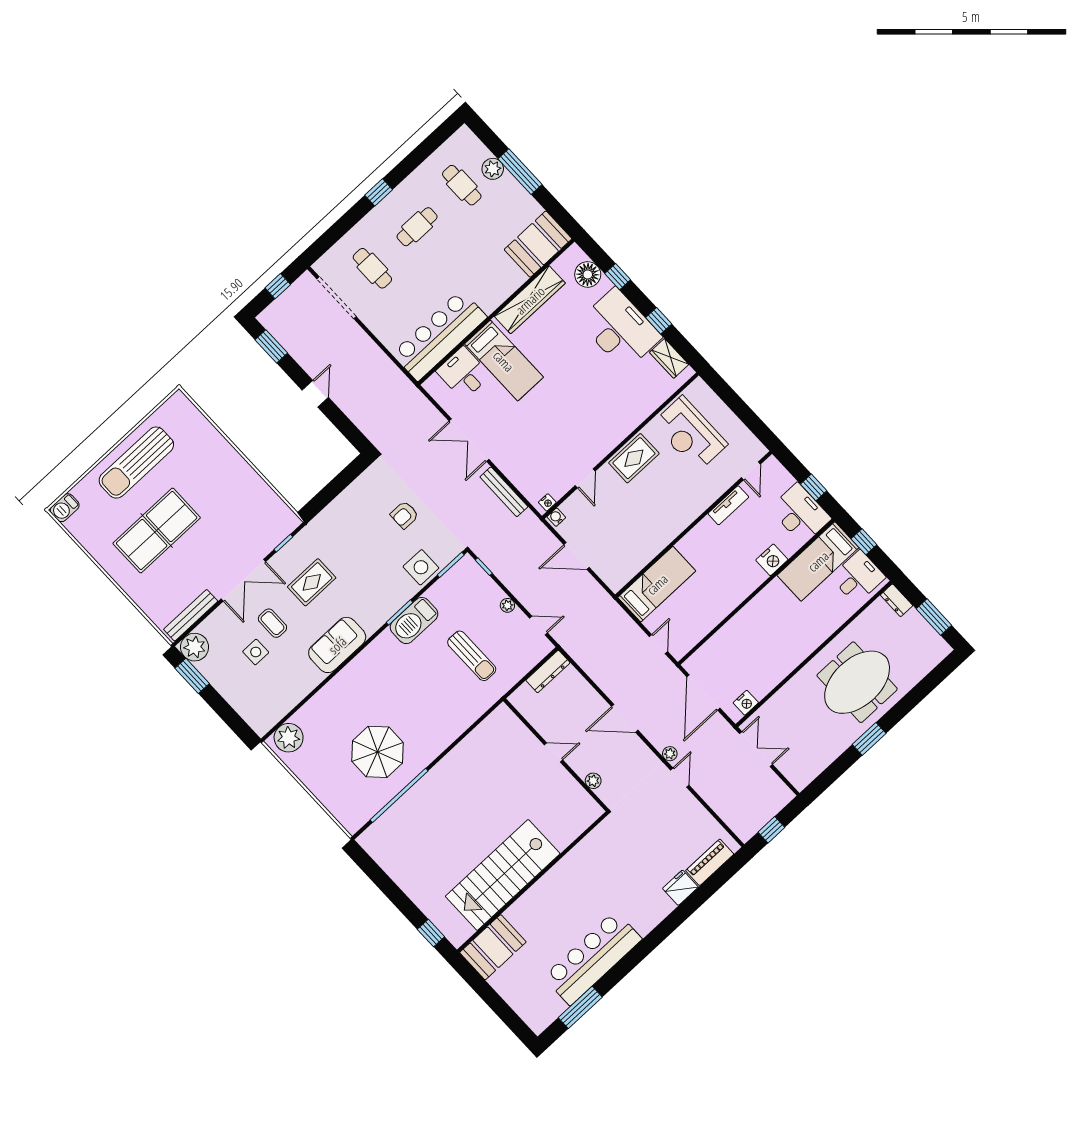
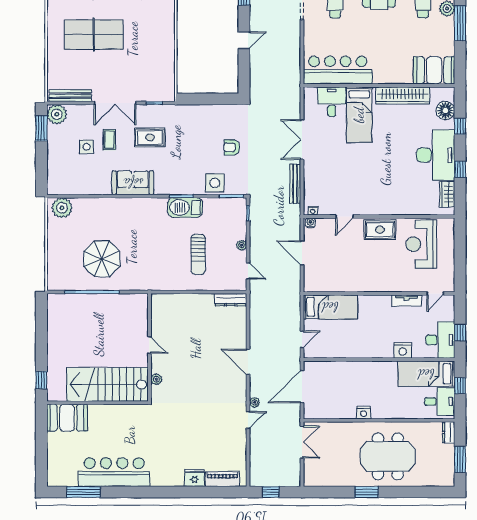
nightstand: (746, 703) -> (364, 413), moved
door: (554, 752) -> (149, 345), moved
wall: (556, 755) -> (149, 347), moved
plant: (593, 781) -> (156, 379), moved

